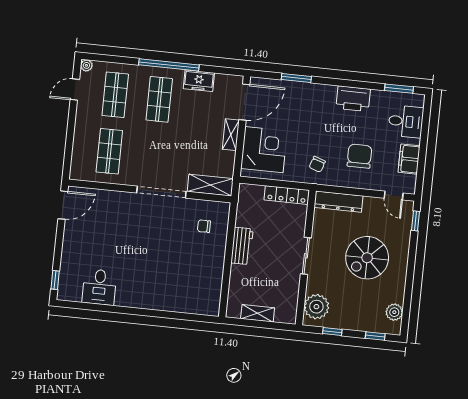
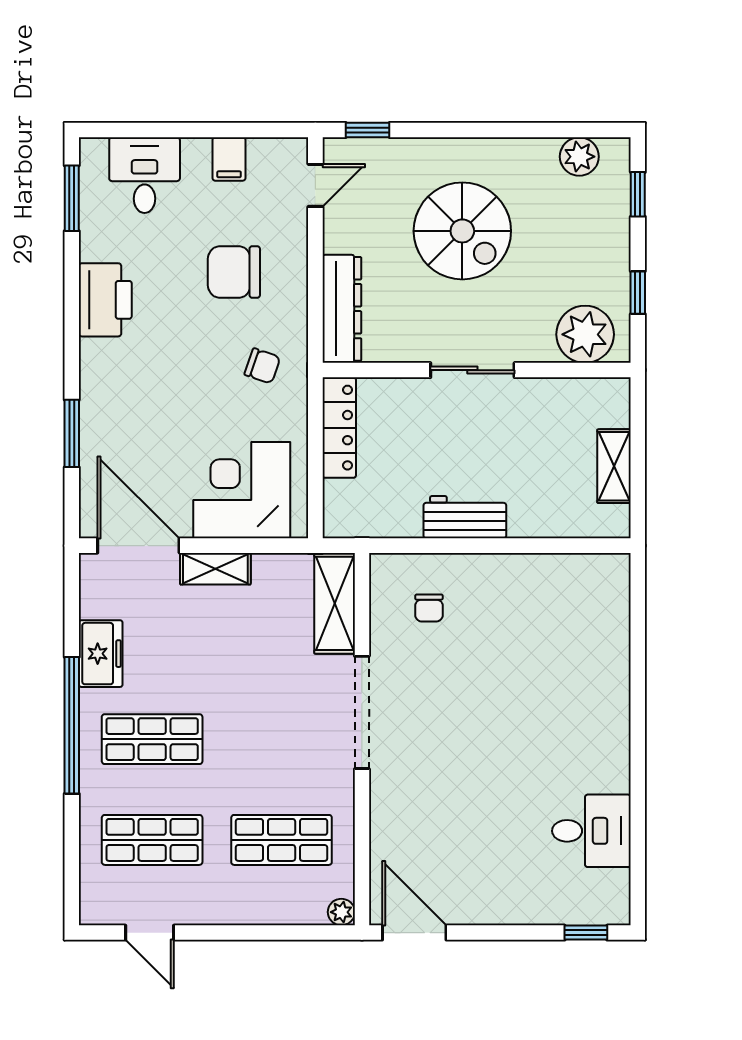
plant: (86, 65) -> (341, 912), moved
filing cabinet: (409, 159) -> (229, 159), width x0.50

